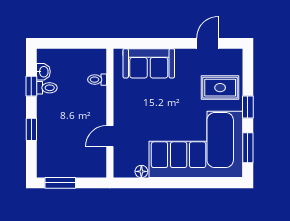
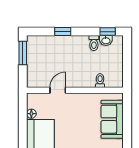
window: (31, 86) -> (108, 32), moved
door: (110, 136) -> (58, 90), hinge flipped

